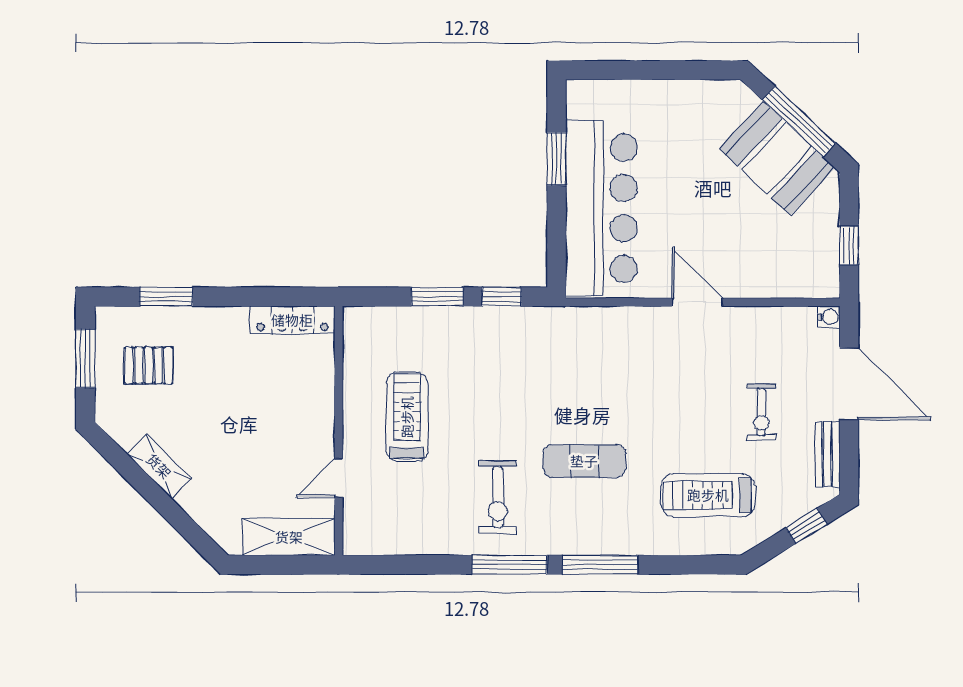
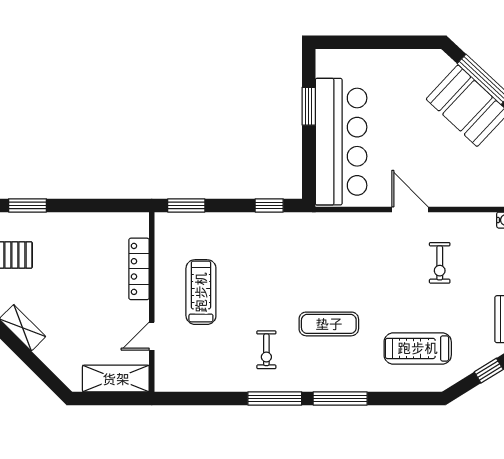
window: (437, 297) -> (186, 205), moved
locker: (292, 320) -> (139, 269), moved, turned 90
exercise bike: (762, 412) -> (440, 263), moved
exercise bike: (498, 497) -> (266, 350), width x0.73, depth x0.72

